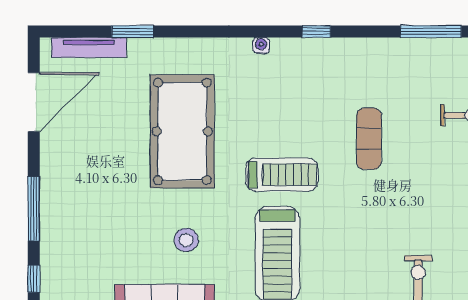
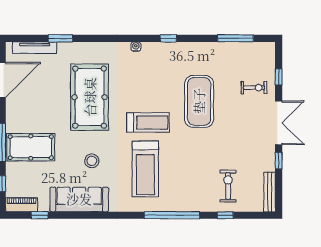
exercise mat: (369, 139) -> (199, 101), width x2.00, depth x1.45
pool table: (82, 217) -> (31, 147), added

